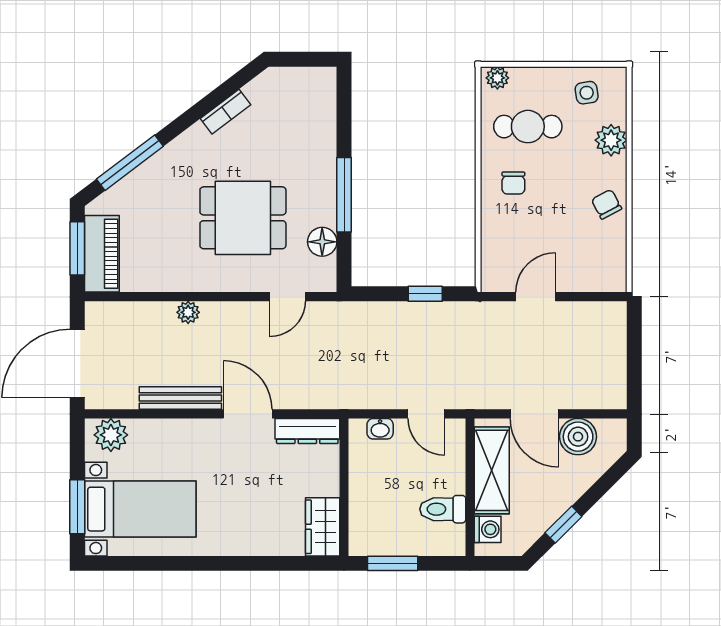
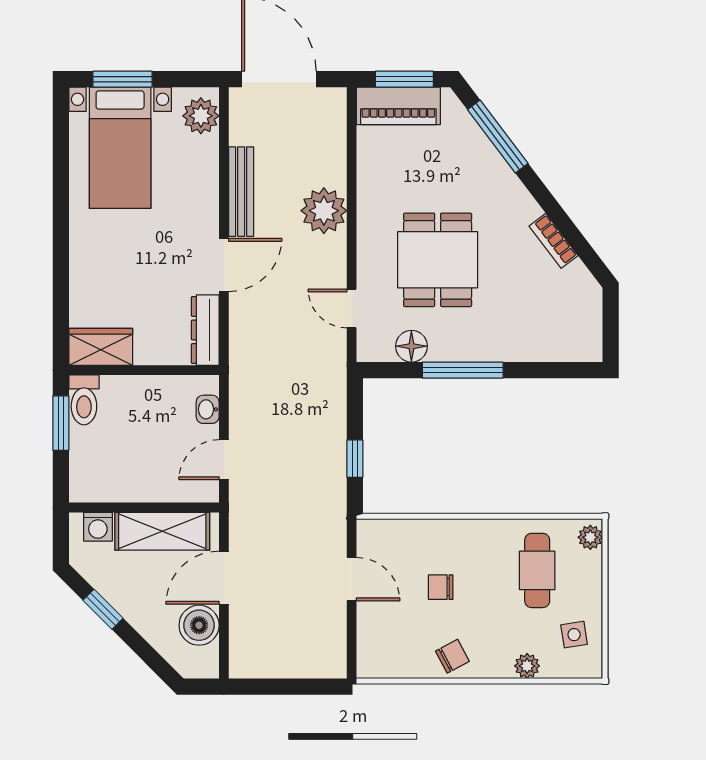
plant: (611, 140) -> (527, 666), width x0.73, depth x0.73
chair: (513, 183) -> (441, 587), moved
plant: (188, 312) -> (324, 211), width x1.87, depth x1.87
toilet: (443, 509) -> (84, 400), moved, turned 180

